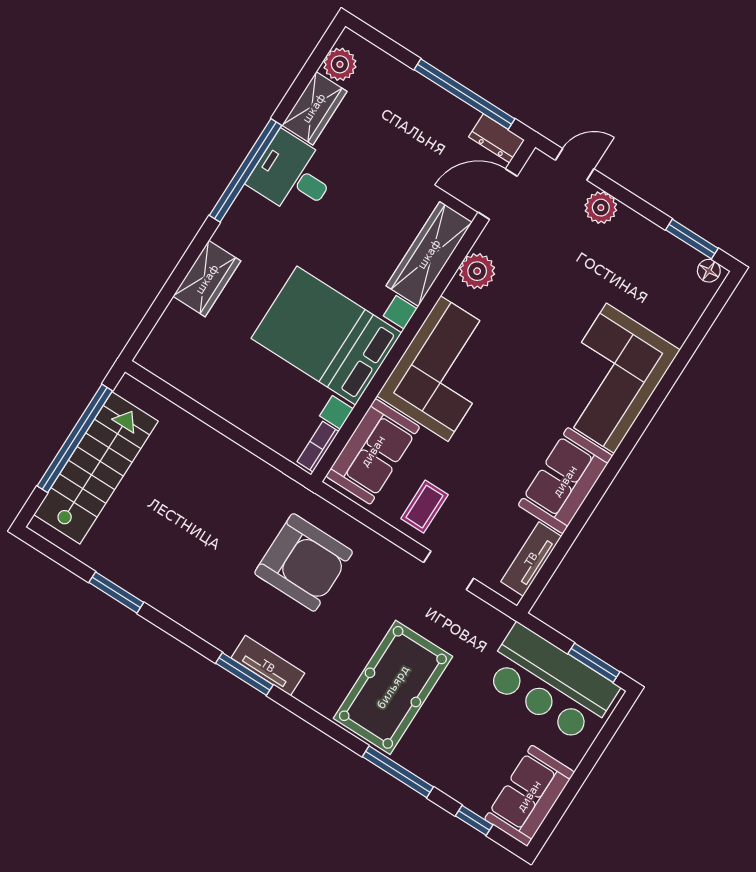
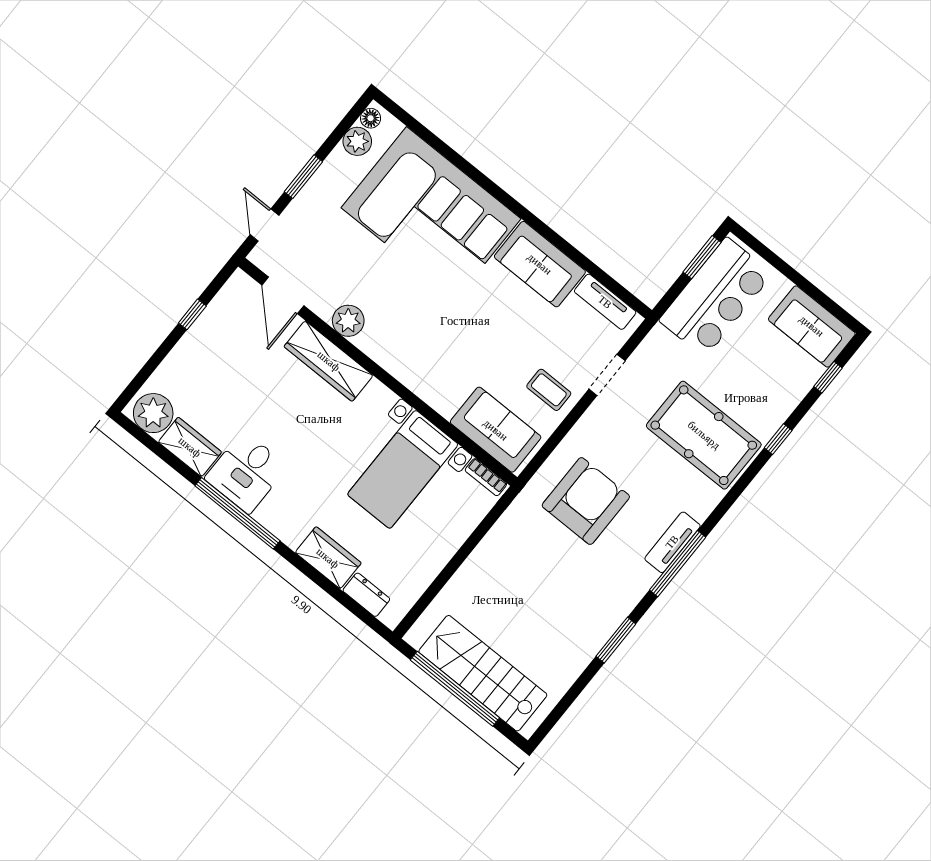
plant: (340, 64) -> (153, 413), width x1.36, depth x1.36
window: (465, 94) -> (192, 314), width x0.32
dresser: (497, 138) -> (366, 595), moved, turned -90
plant: (601, 208) -> (357, 141), moved
window: (692, 239) -> (303, 177), moved
bed with nightstands: (326, 336) -> (403, 469), width x0.73
corner sofa: (444, 369) -> (430, 359), removed
corner sofa: (610, 378) -> (431, 213), width x1.36, depth x1.36
window: (116, 592) -> (616, 640), moved
window: (244, 674) -> (678, 564), width x1.44
window: (398, 772) -> (778, 439), width x0.46

